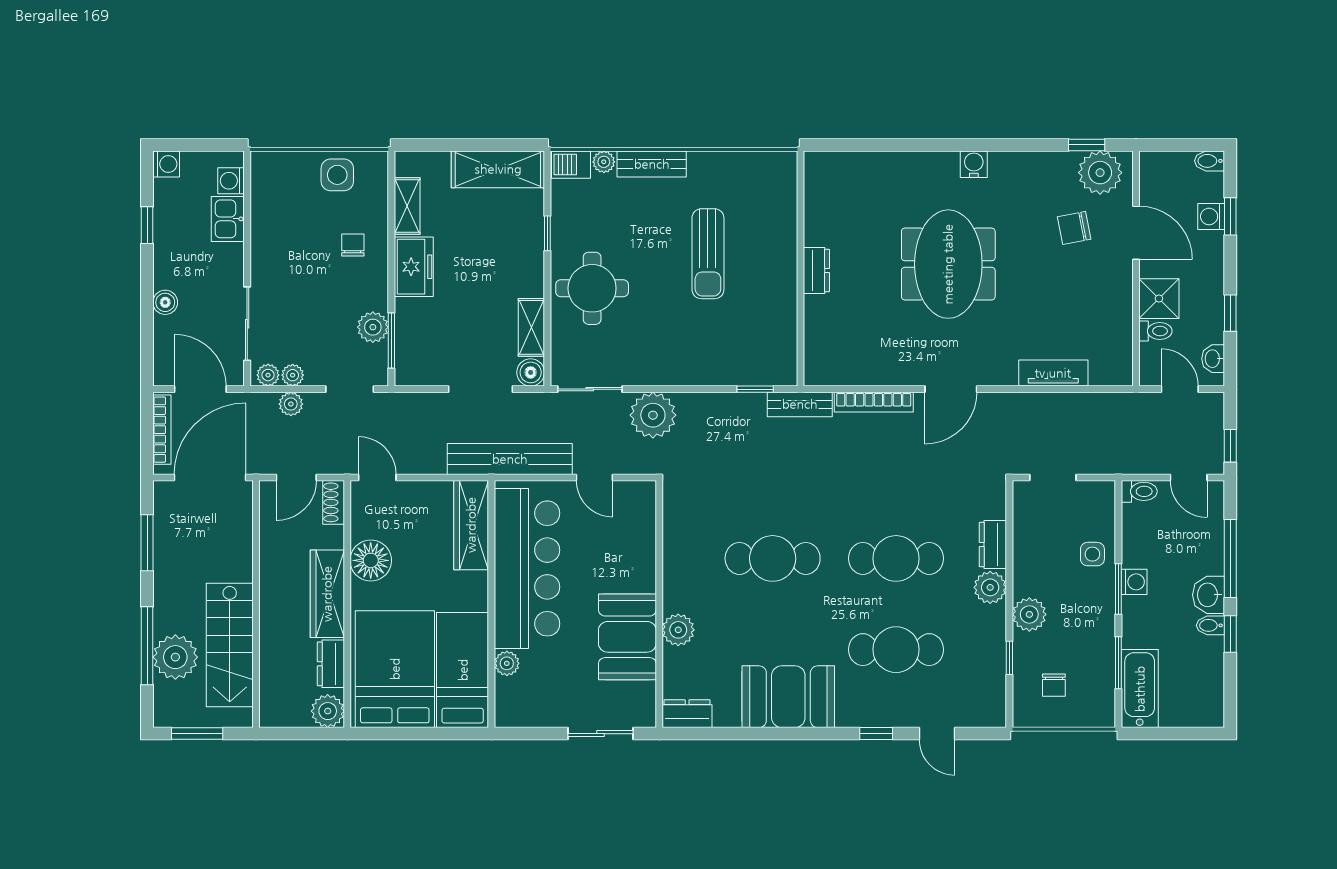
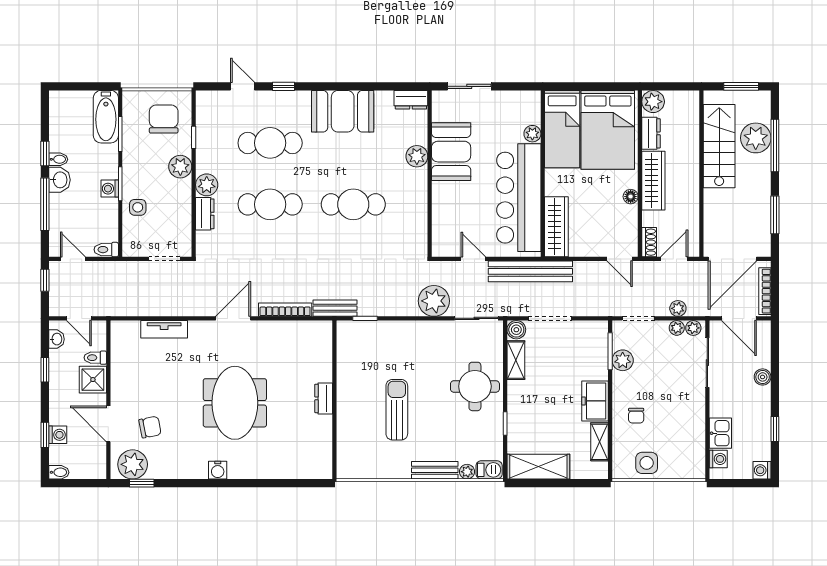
floor lamp: (371, 560) -> (631, 197), width x0.53, depth x0.53
chair: (1054, 685) -> (164, 119), width x1.87, depth x1.87

